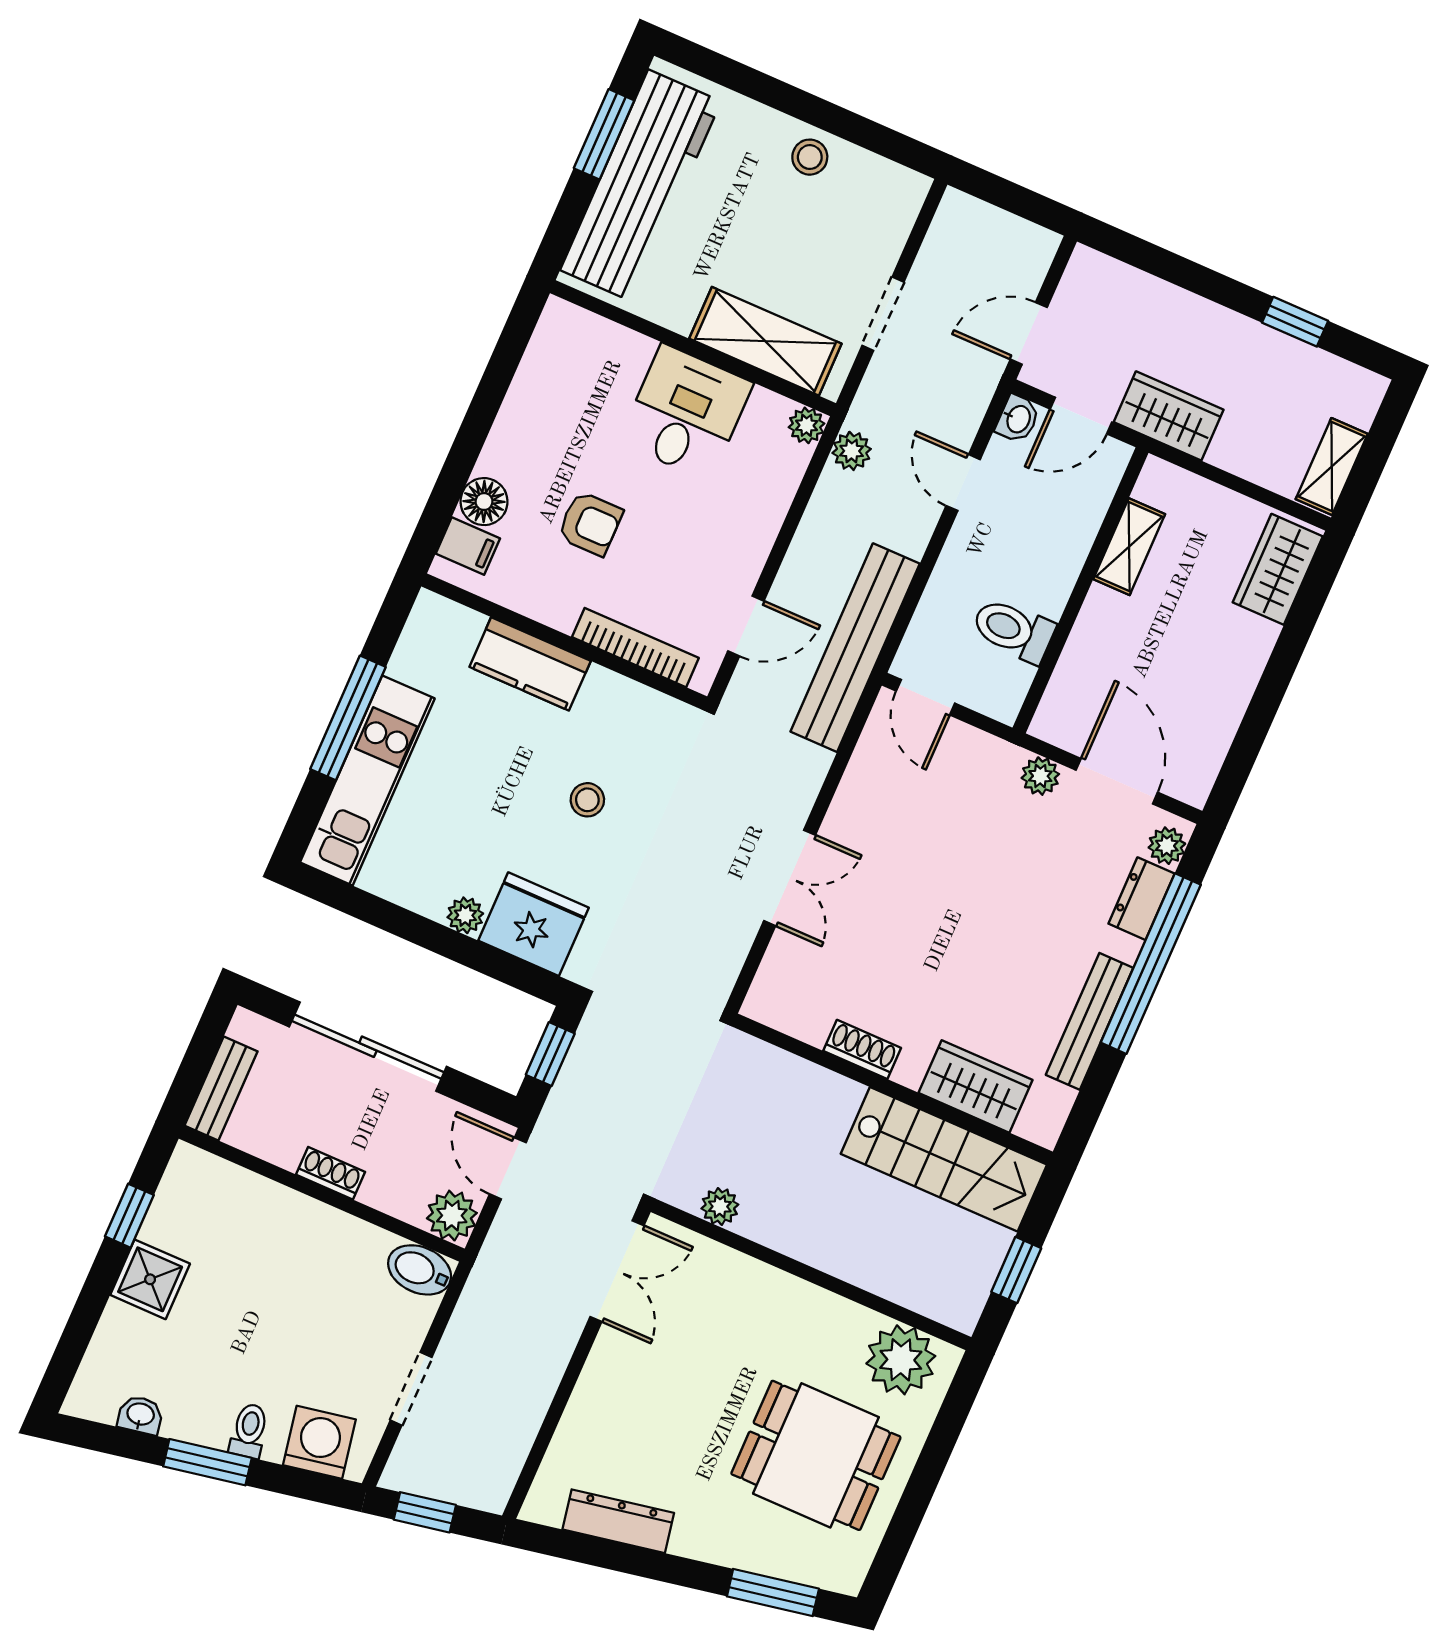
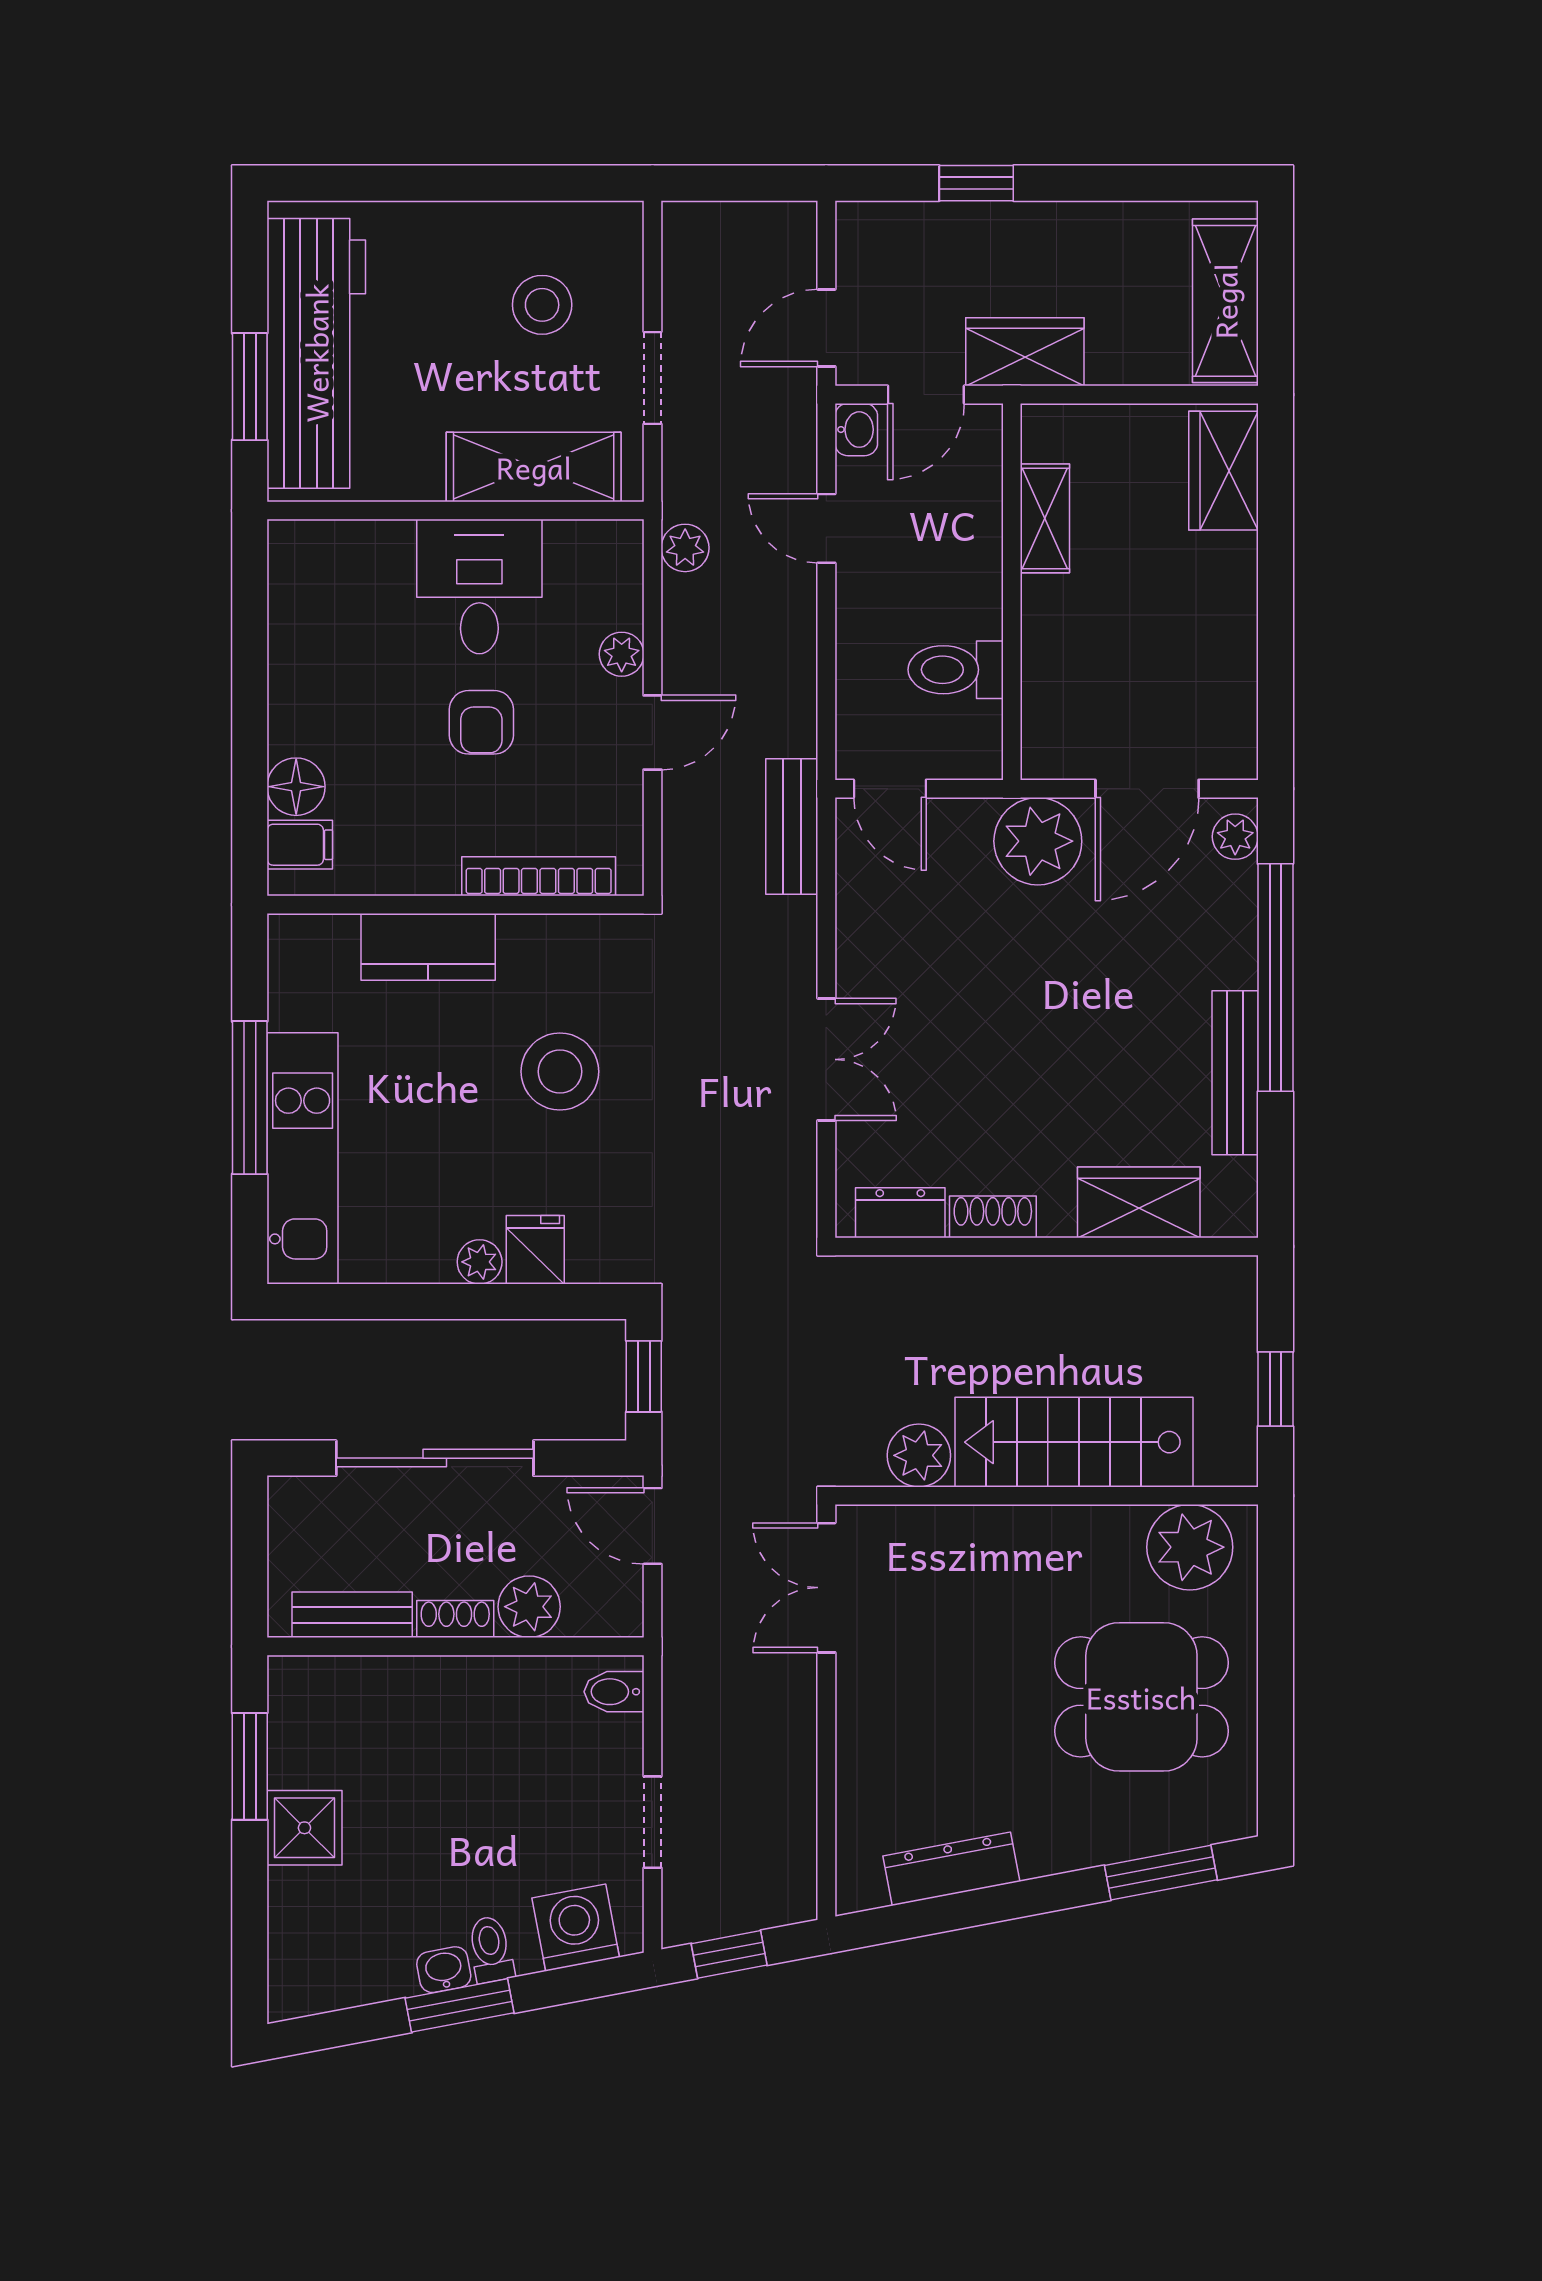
window: (604, 134) -> (250, 387), moved
stool: (810, 157) -> (542, 305), moved, width x1.37, depth x1.37
window: (1295, 322) -> (976, 183), moved
plant: (807, 425) -> (622, 654), moved
shelving: (1332, 467) -> (1225, 301), width x1.50, depth x1.33
armchair: (590, 523) -> (481, 722), moved, turned 90
door: (746, 626) -> (652, 732), moved
bench: (855, 648) -> (792, 826), width x0.54, depth x0.82
plant: (1040, 776) -> (1038, 841), width x1.88, depth x1.88
door: (1117, 781) -> (1147, 789), swing flipped
stool: (587, 800) -> (560, 1072), width x1.89, depth x1.89
dresser: (1142, 899) -> (900, 1213), moved, turned 90
fridge: (533, 924) -> (535, 1250), width x0.53, depth x0.75
bench: (221, 1088) -> (352, 1615), moved, turned 90
stairs: (944, 1159) -> (1074, 1442), moved, turned 180
plant: (720, 1207) -> (919, 1455), width x1.38, depth x1.38
window: (129, 1216) -> (250, 1766), width x1.50
plant: (452, 1216) -> (529, 1607), moved
bidet: (420, 1270) -> (614, 1692), width x0.72, depth x0.74
double door: (617, 1271) -> (826, 1588), swing flipped
washbasin: (140, 1415) -> (444, 1970), moved

